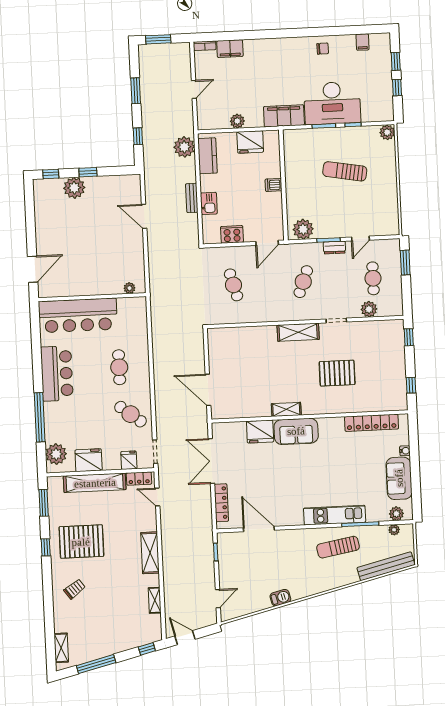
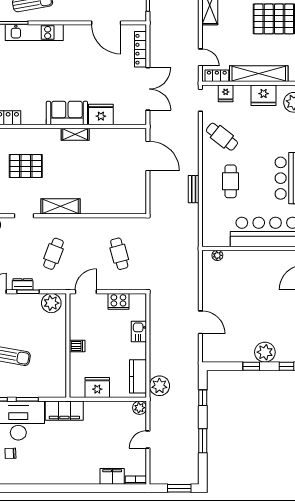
chair: (323, 49) -> (10, 453), moved
plant: (237, 121) -> (140, 408), moved
bench: (192, 198) -> (194, 189), moved

